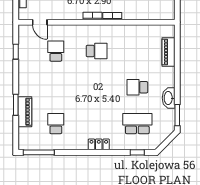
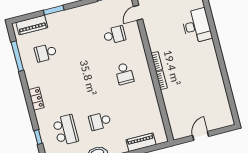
school desk: (137, 87) -> (100, 121), turned -90
piano: (25, 112) -> (32, 25), moved
school desk: (56, 124) -> (46, 53), turned 180
window: (39, 152) -> (17, 56), moved

